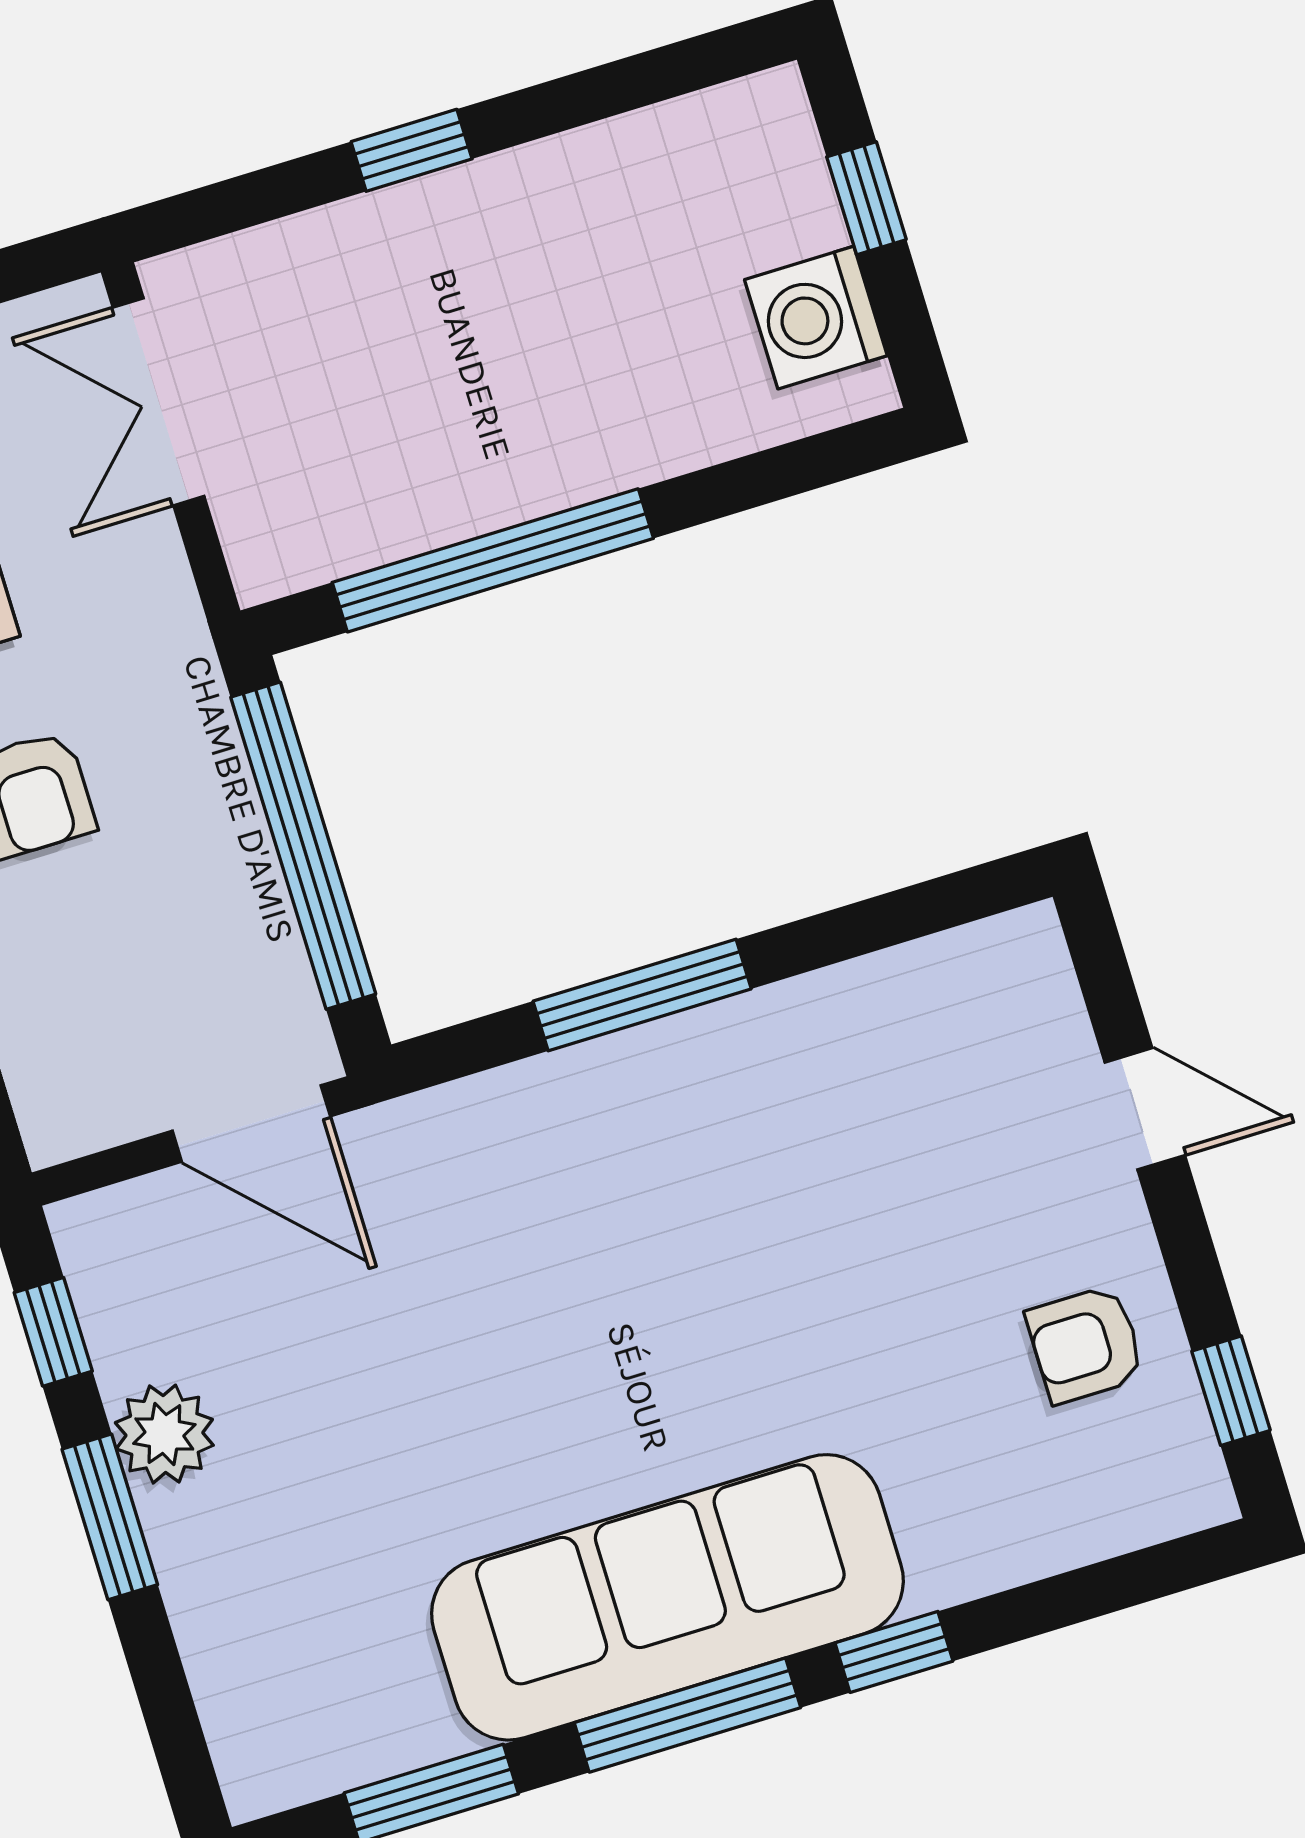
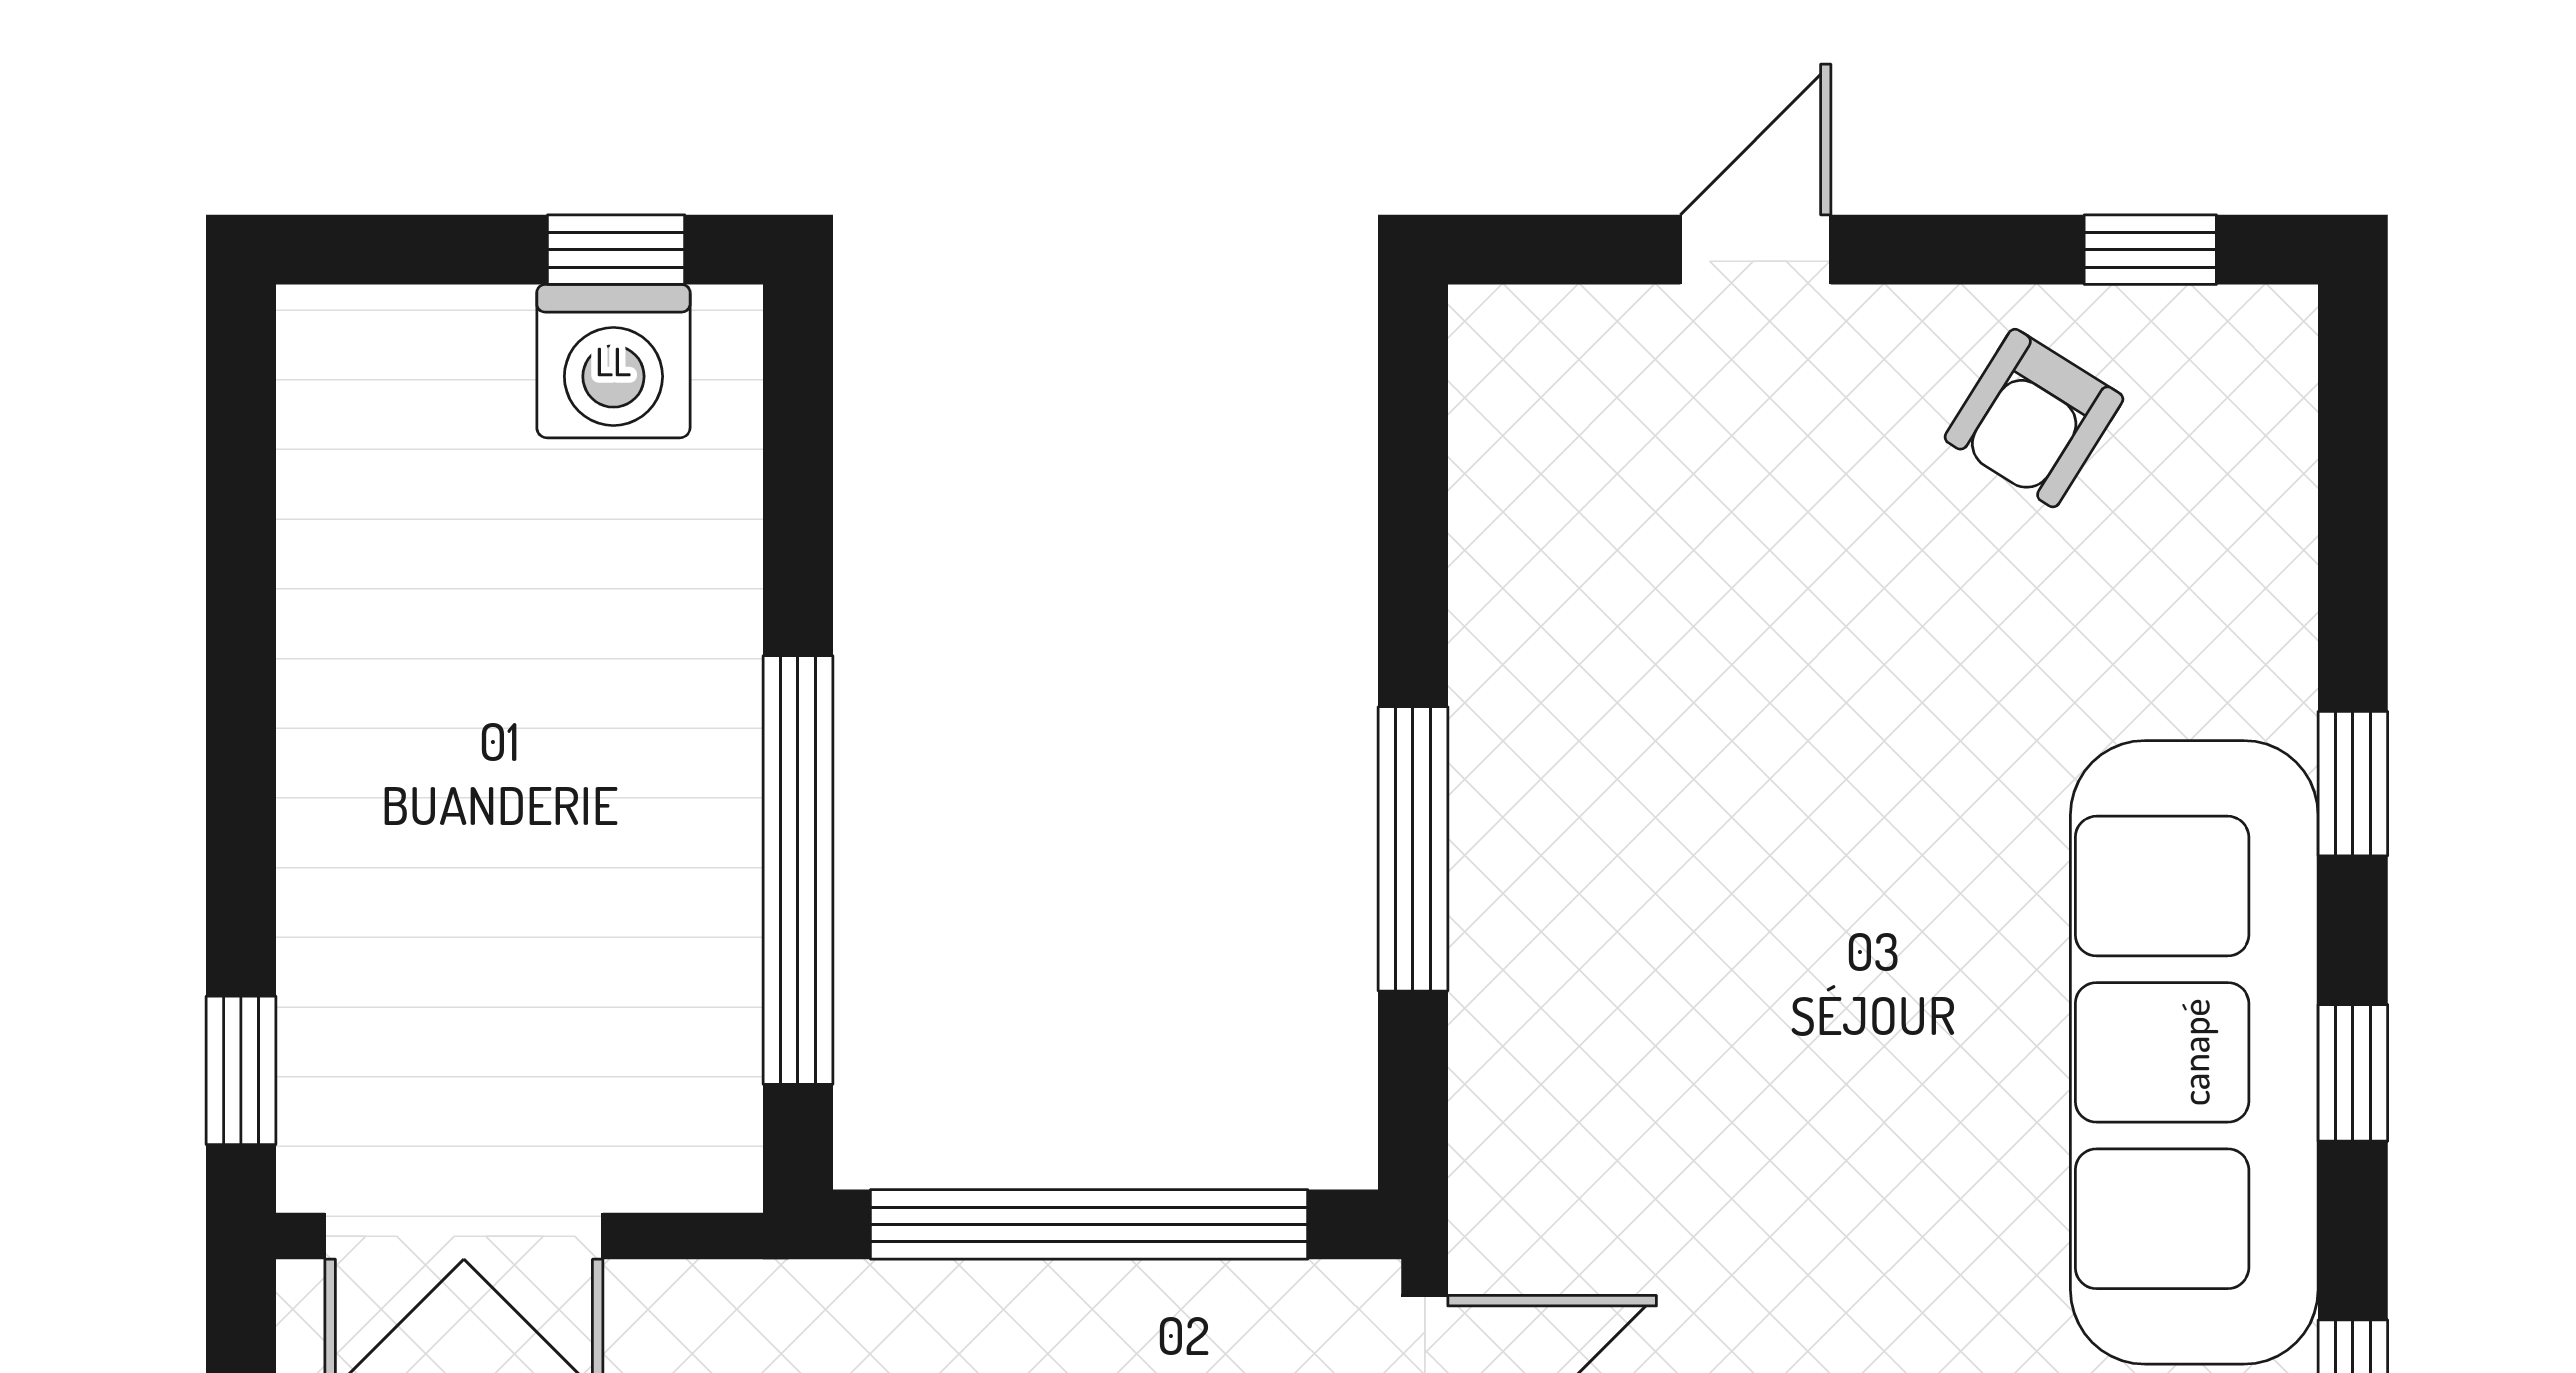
window: (412, 150) -> (241, 1070), moved
window: (866, 198) -> (616, 250), moved
armchair: (1085, 1344) -> (2034, 418), turned 32
window: (687, 1715) -> (2353, 1073), width x0.46

